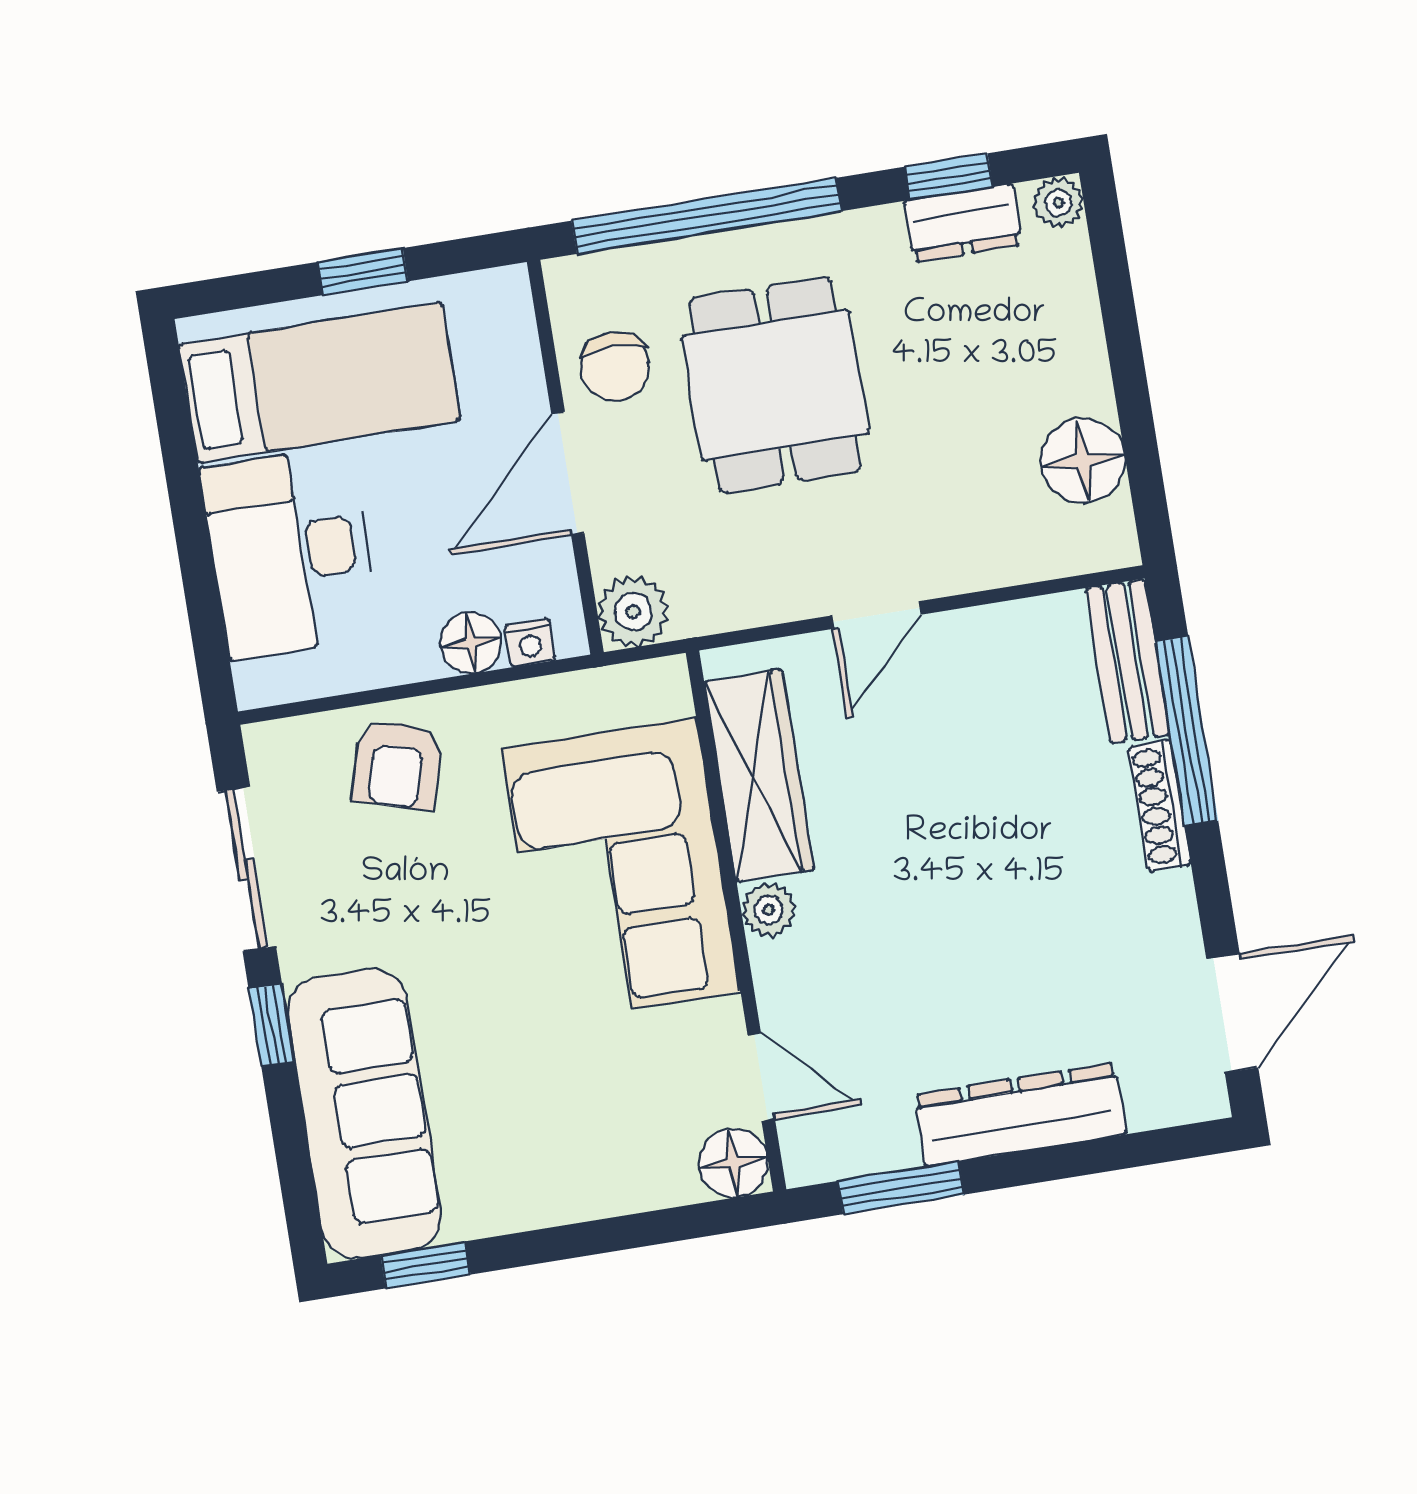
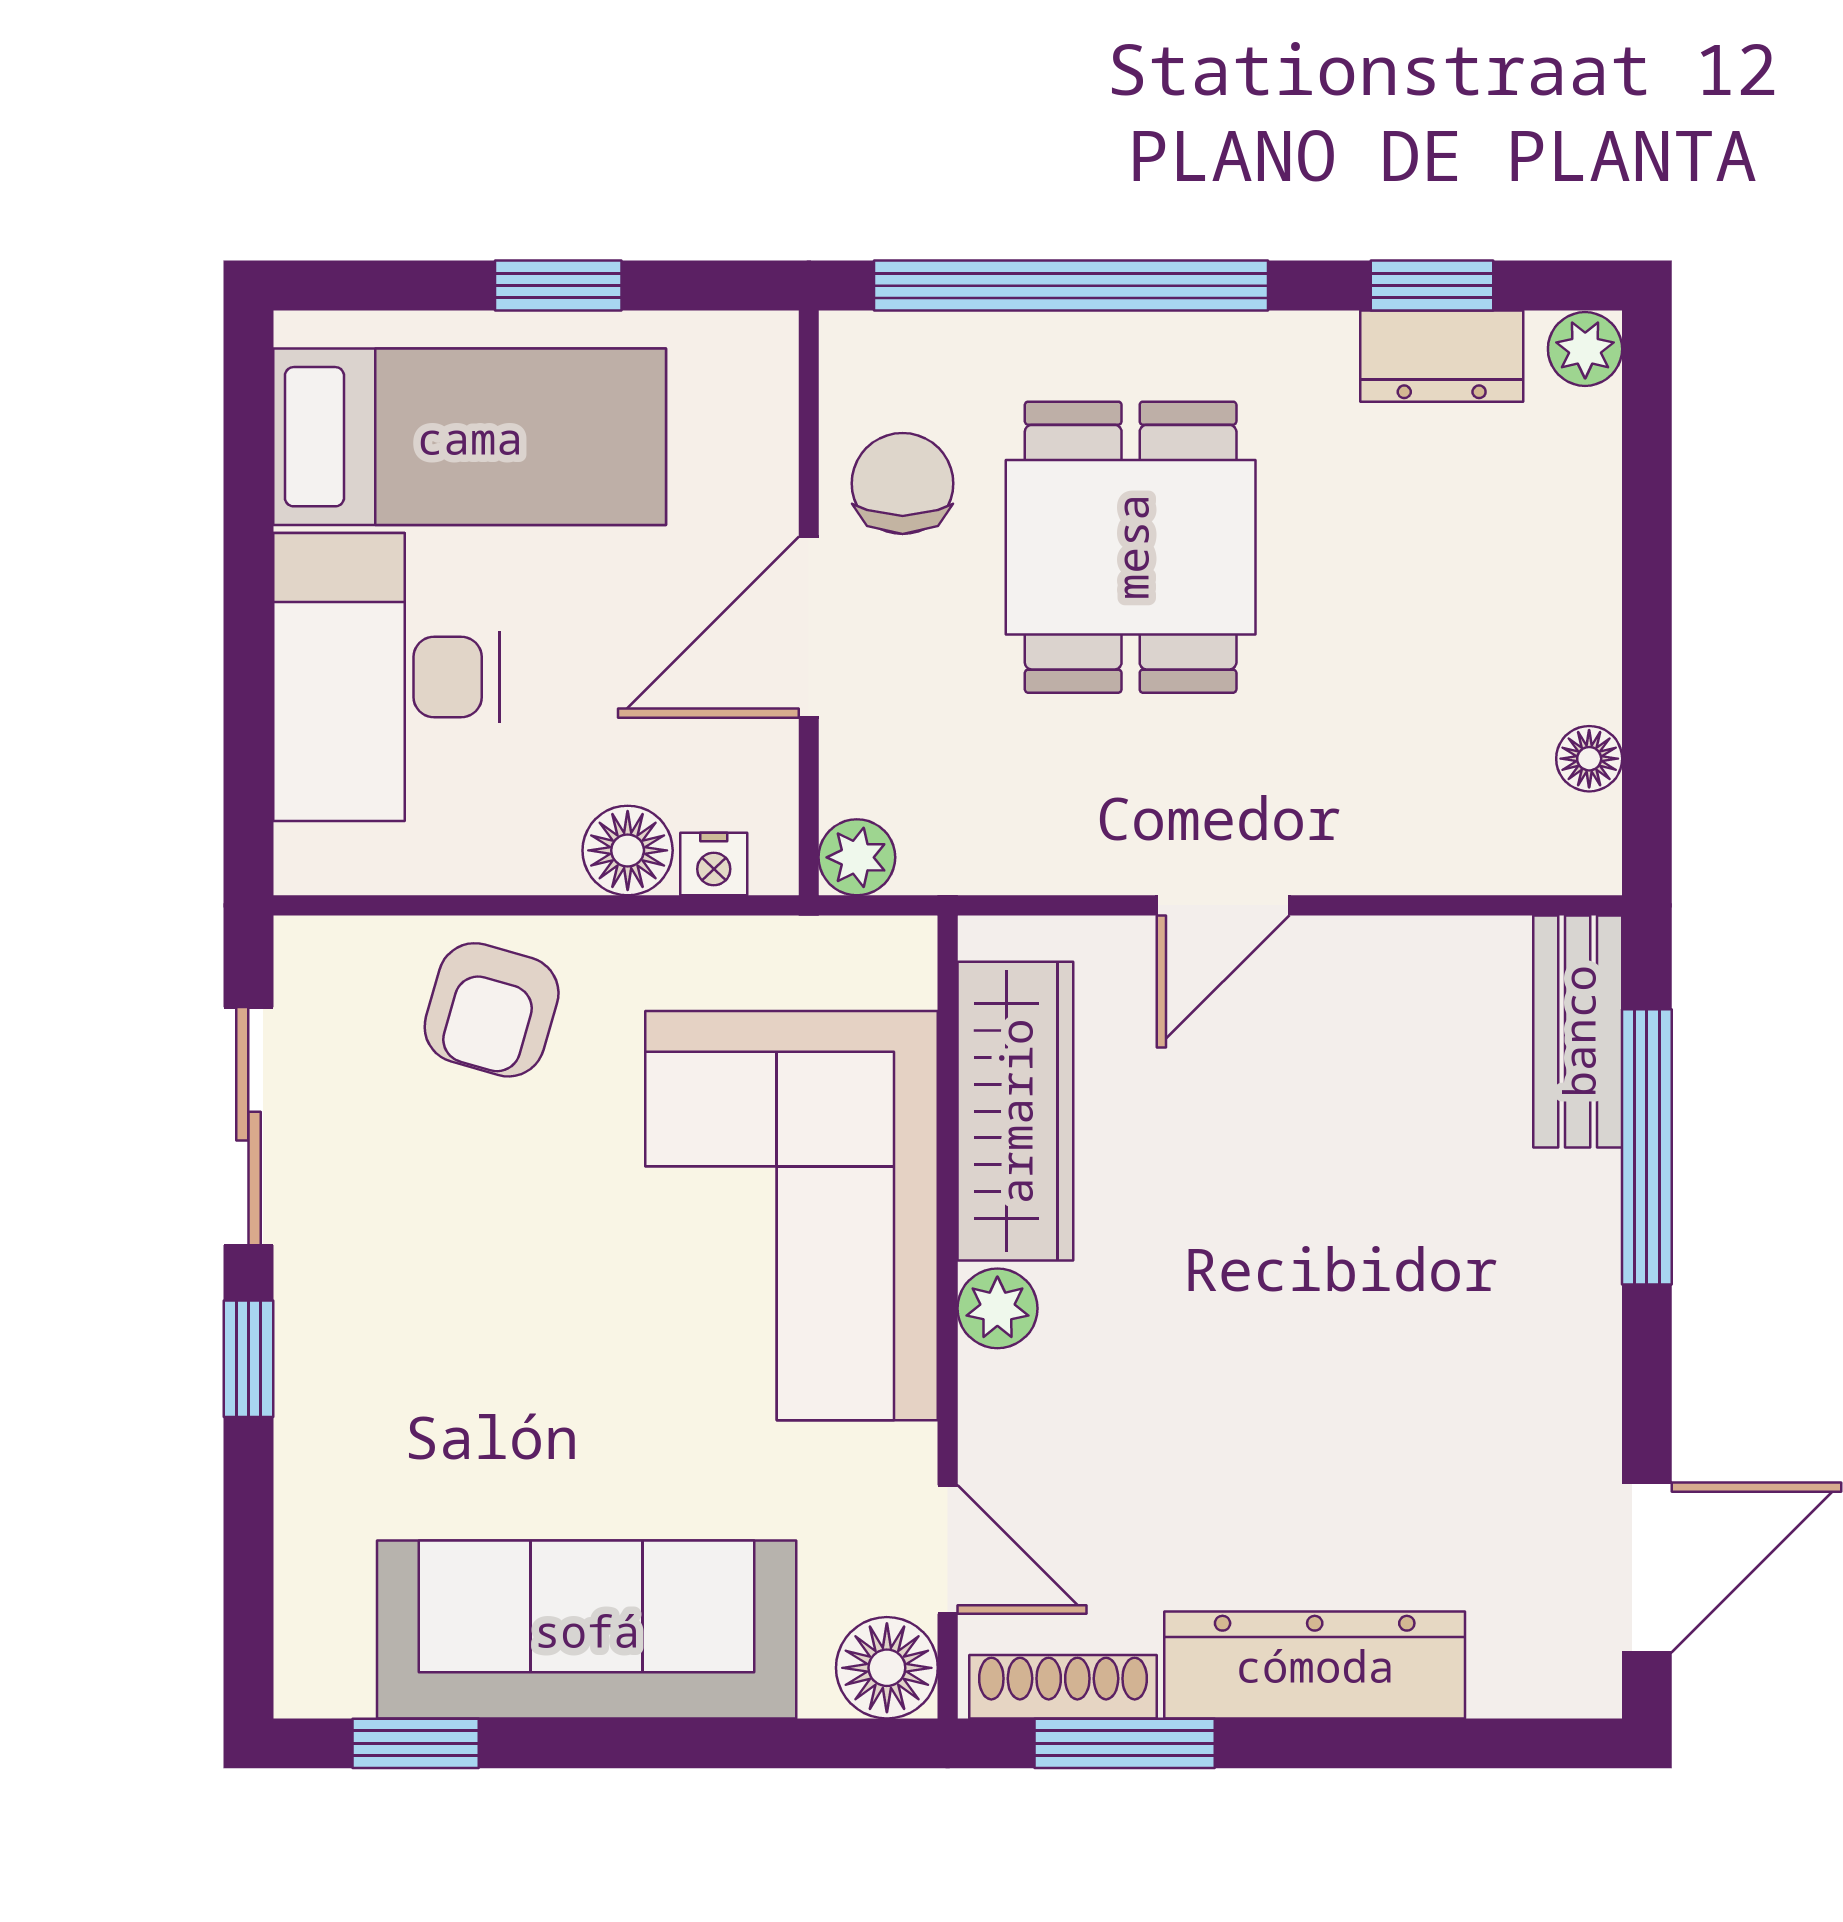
chair: (615, 367) -> (903, 483), turned 180
floor lamp: (1083, 461) -> (1589, 759), width x0.53, depth x0.53
plant: (633, 611) -> (857, 857), width x0.73, depth x0.73
shoe rack: (1160, 806) -> (1063, 1687), moved, turned 90
sofa: (364, 1113) -> (587, 1630), moved, turned -90

